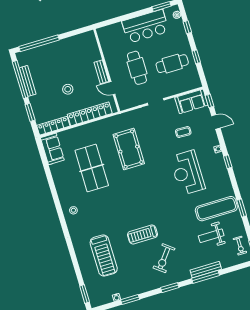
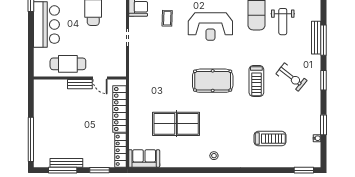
cafe table: (137, 68) -> (68, 64), moved
window: (20, 80) -> (63, 170), width x0.68
door: (112, 88) -> (100, 78), hinge flipped
stool: (68, 89) -> (87, 124), removed
pool table: (129, 149) -> (213, 81), moved
treadmill: (142, 234) -> (256, 81), moved
treadmill: (104, 256) -> (270, 139), width x0.73, depth x0.73

